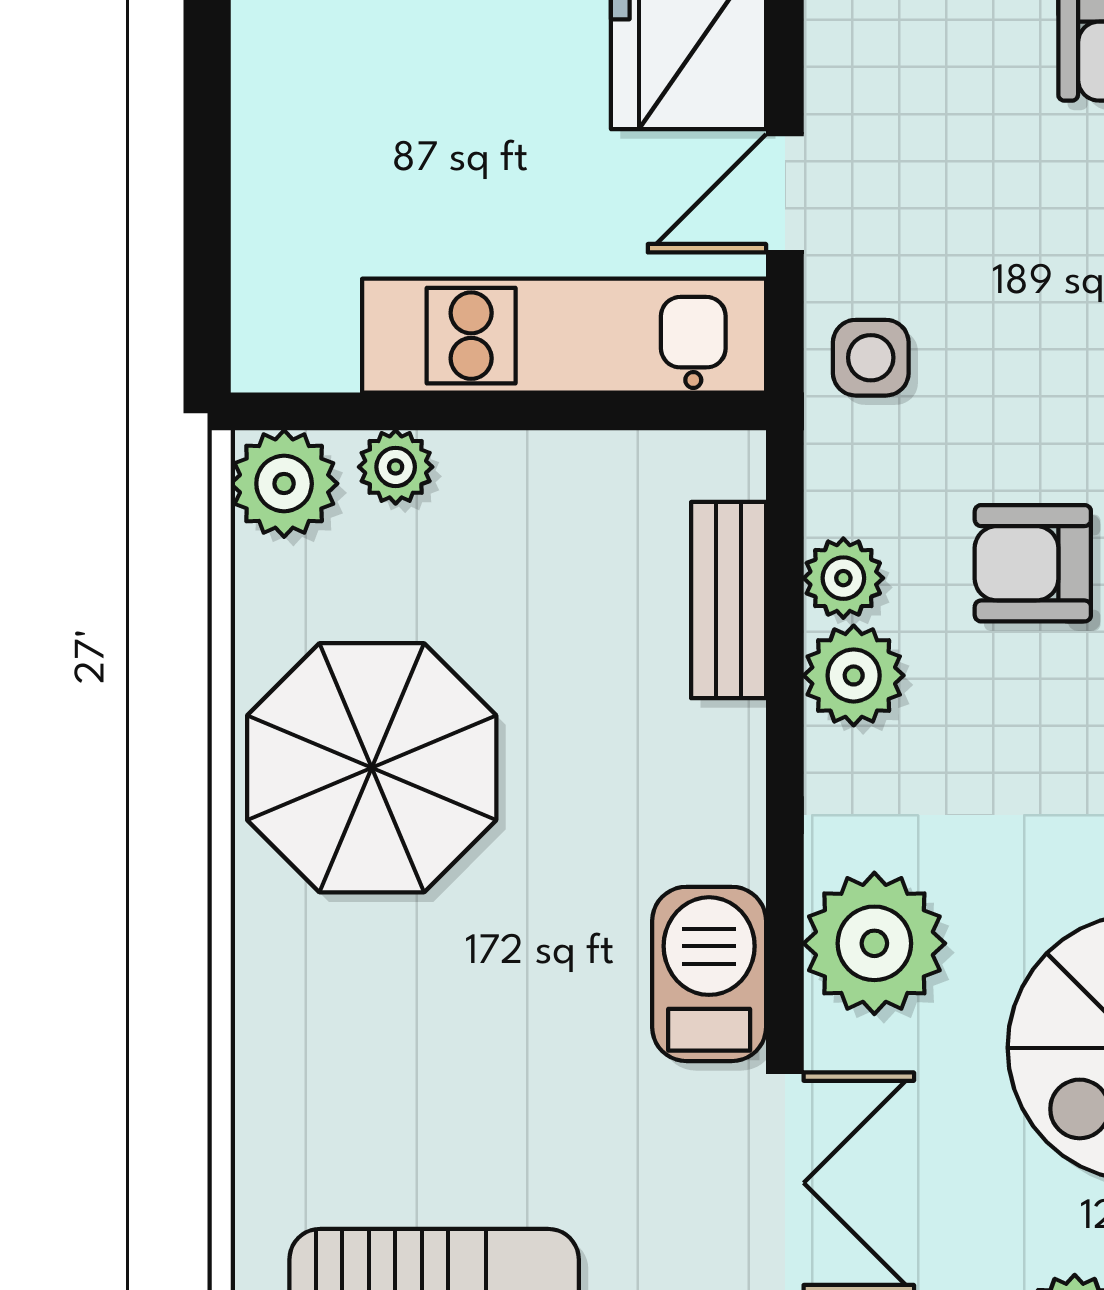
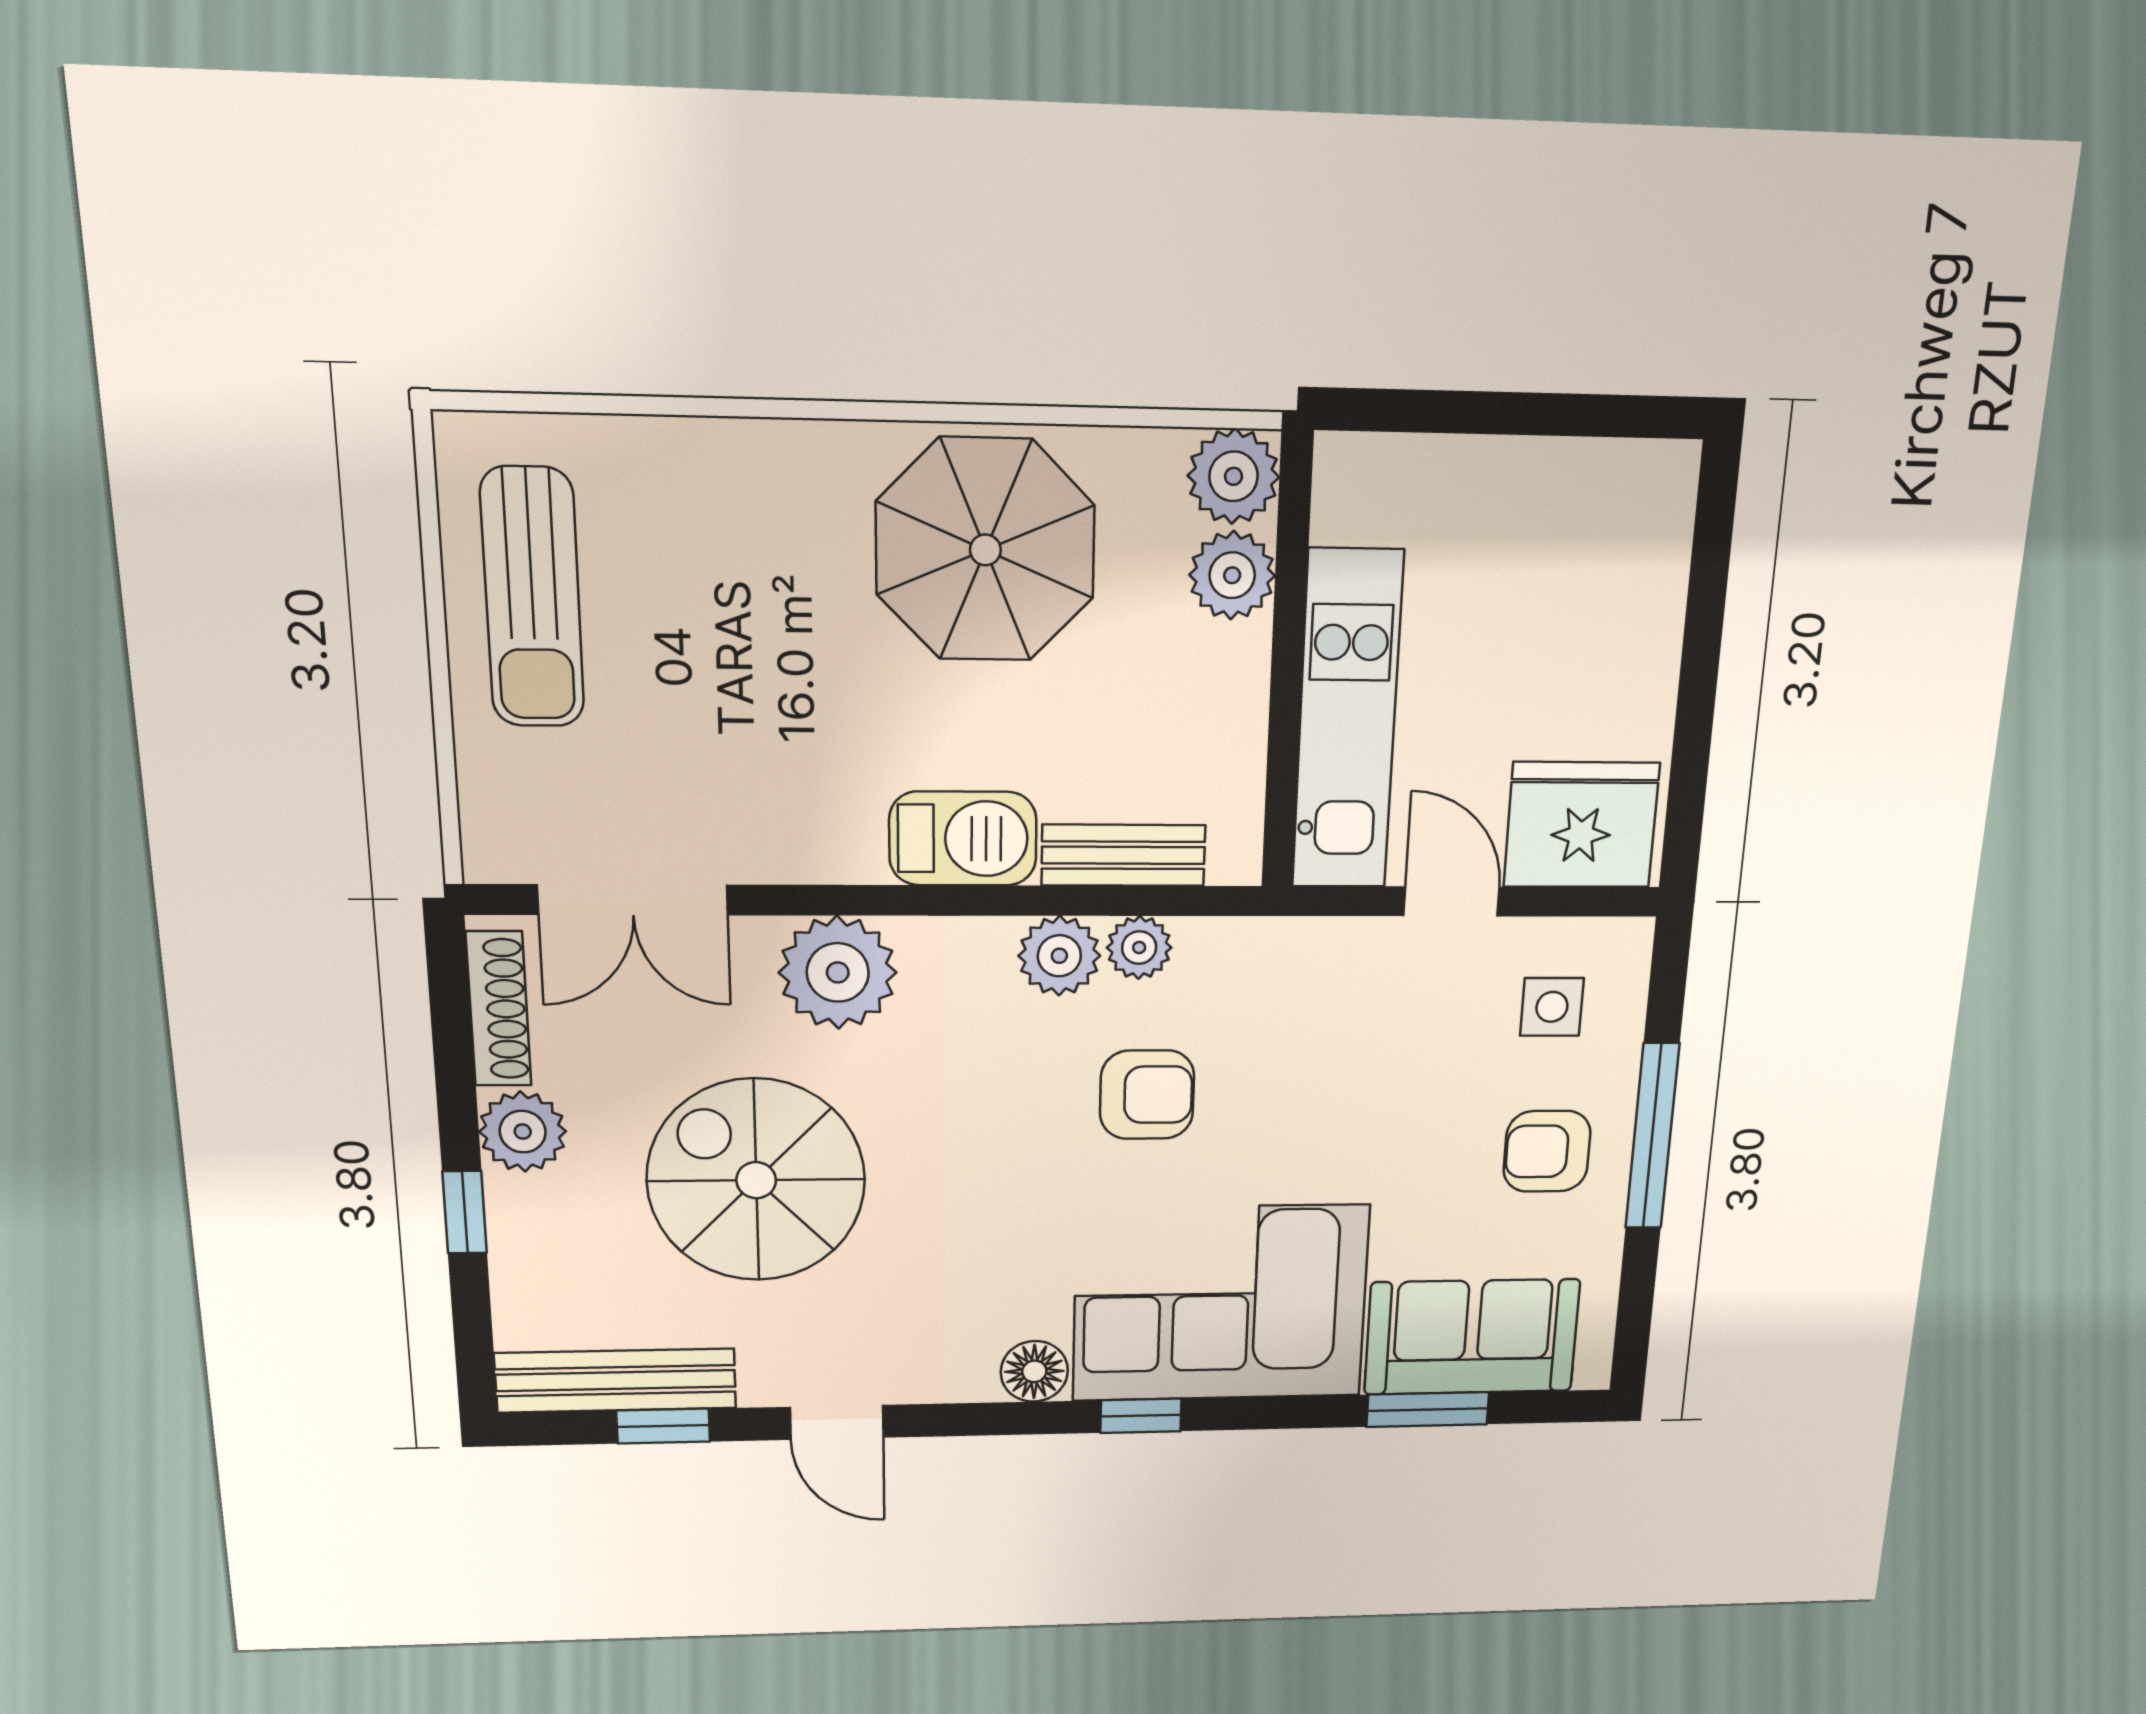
side table: (871, 358) -> (1552, 1007), moved
plant: (396, 467) -> (1232, 575), width x1.38, depth x1.38
armchair: (1033, 563) -> (1147, 1095), turned 90
barbecue: (709, 974) -> (963, 839), moved

